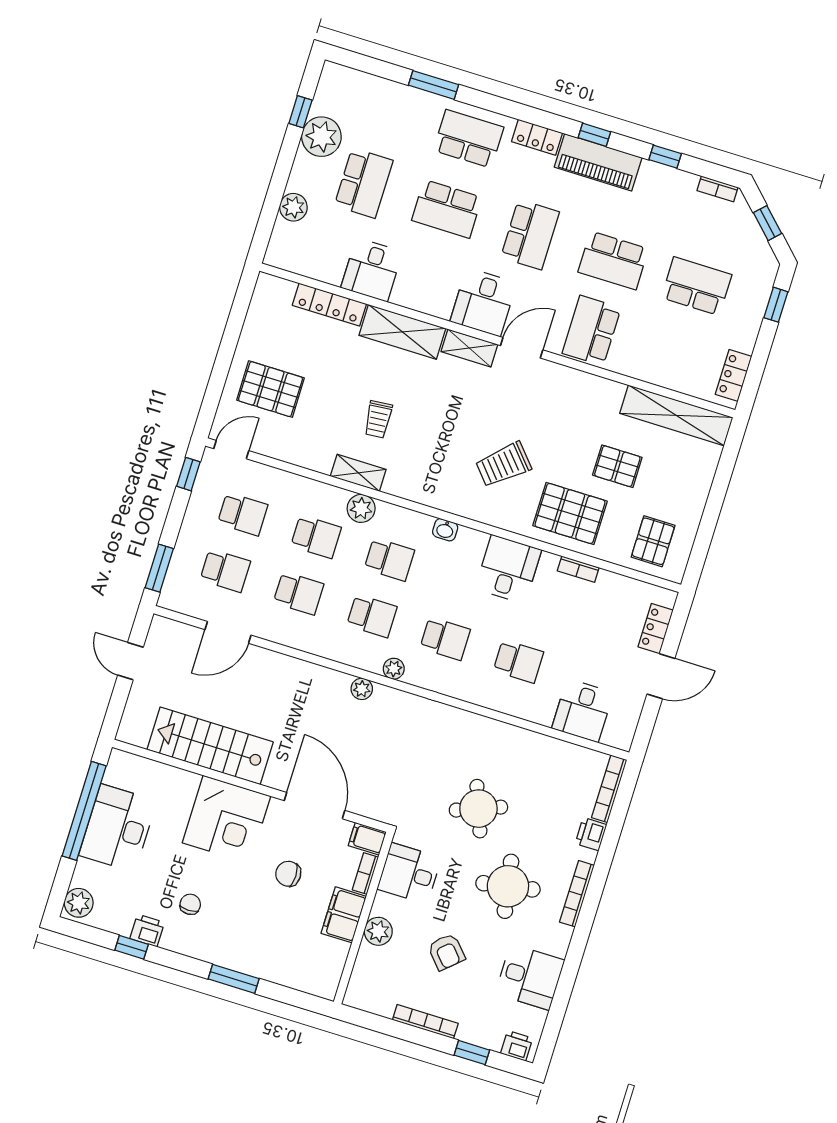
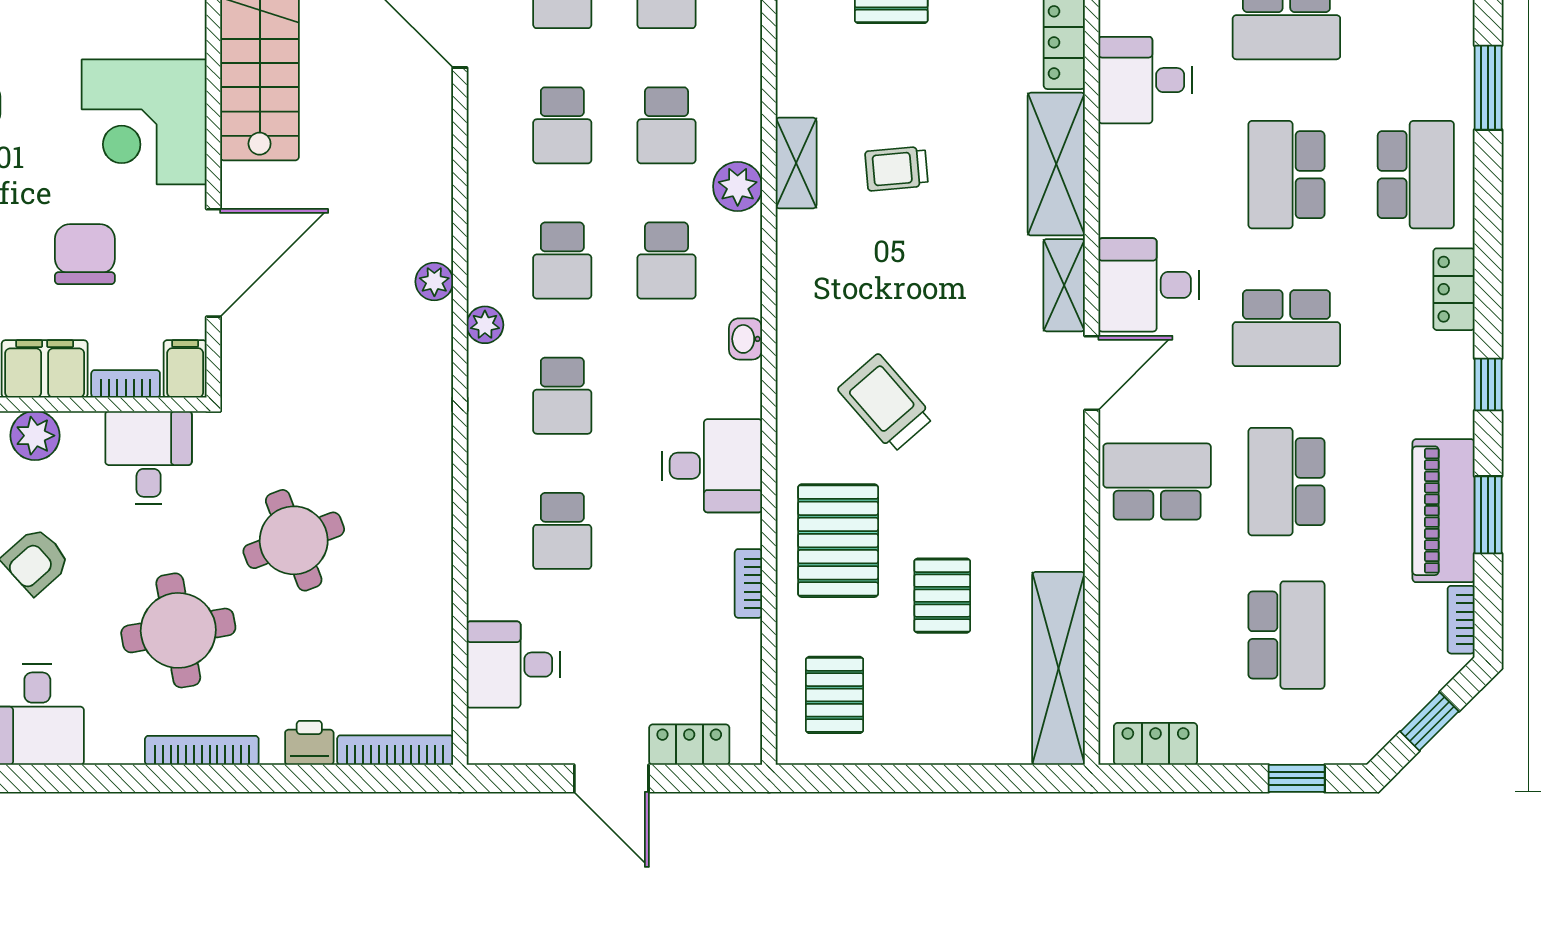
window: (665, 157) -> (1488, 515), width x1.50
piano: (598, 162) -> (1444, 511), moved
door: (522, 348) -> (1092, 373), hinge flipped
pallet: (653, 541) -> (835, 695), turned 90
chair: (288, 874) -> (85, 254), width x1.37, depth x1.37

